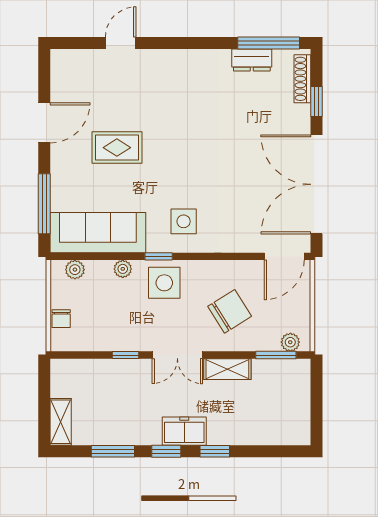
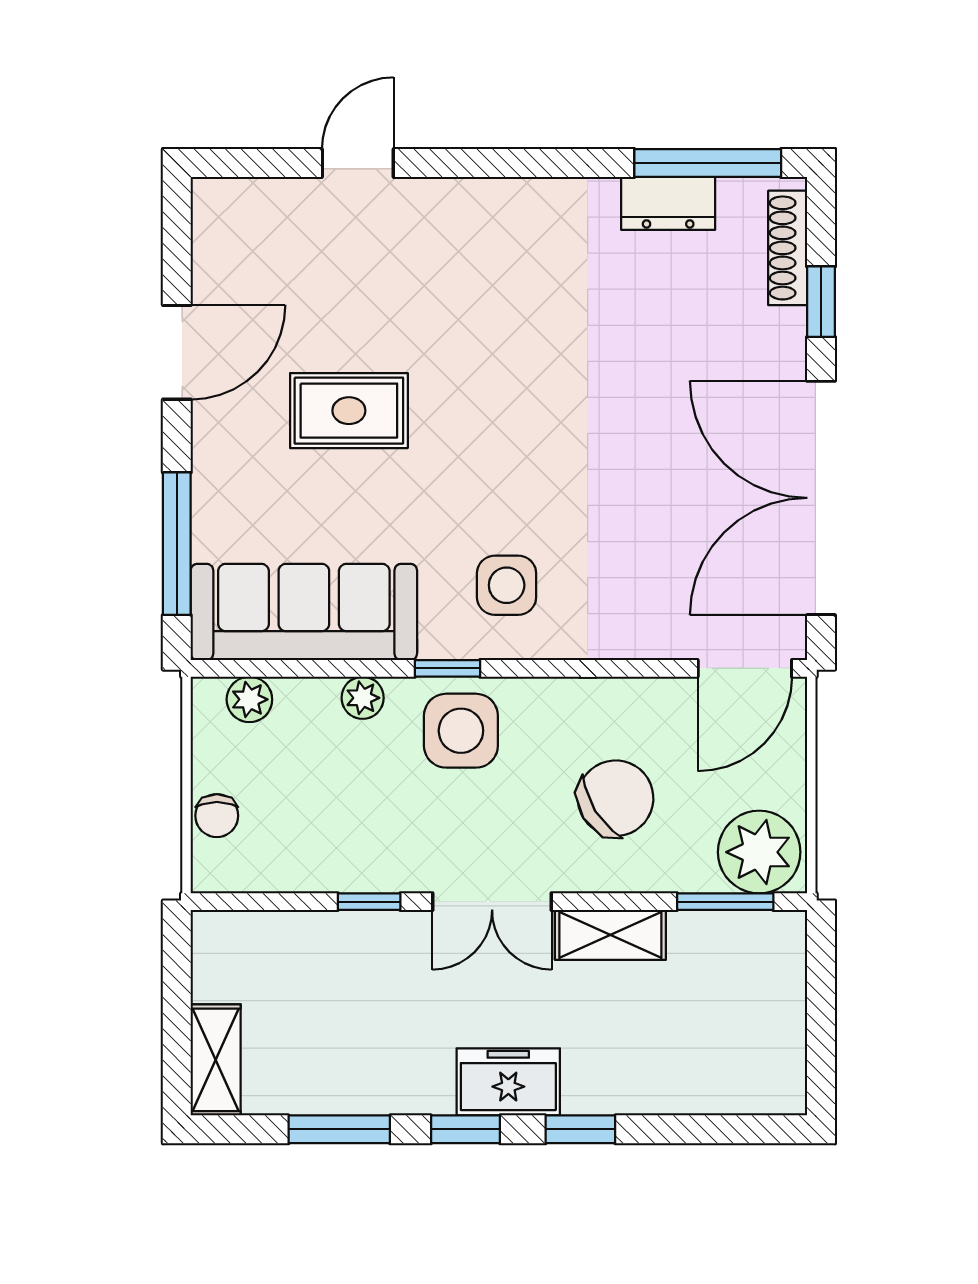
plant: (290, 342) -> (759, 852), width x1.88, depth x1.88

